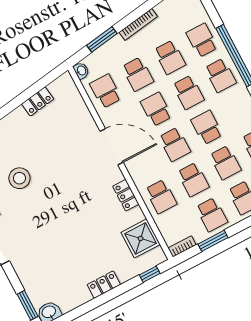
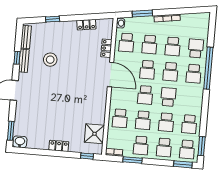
school desk: (105, 91) -> (126, 43), turned 180
school desk: (156, 109) -> (147, 70), turned 180
locker: (126, 195) -> (106, 48), moved

